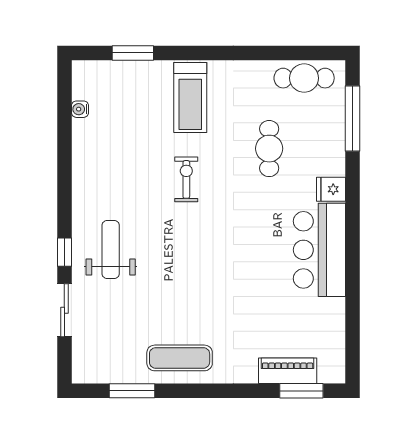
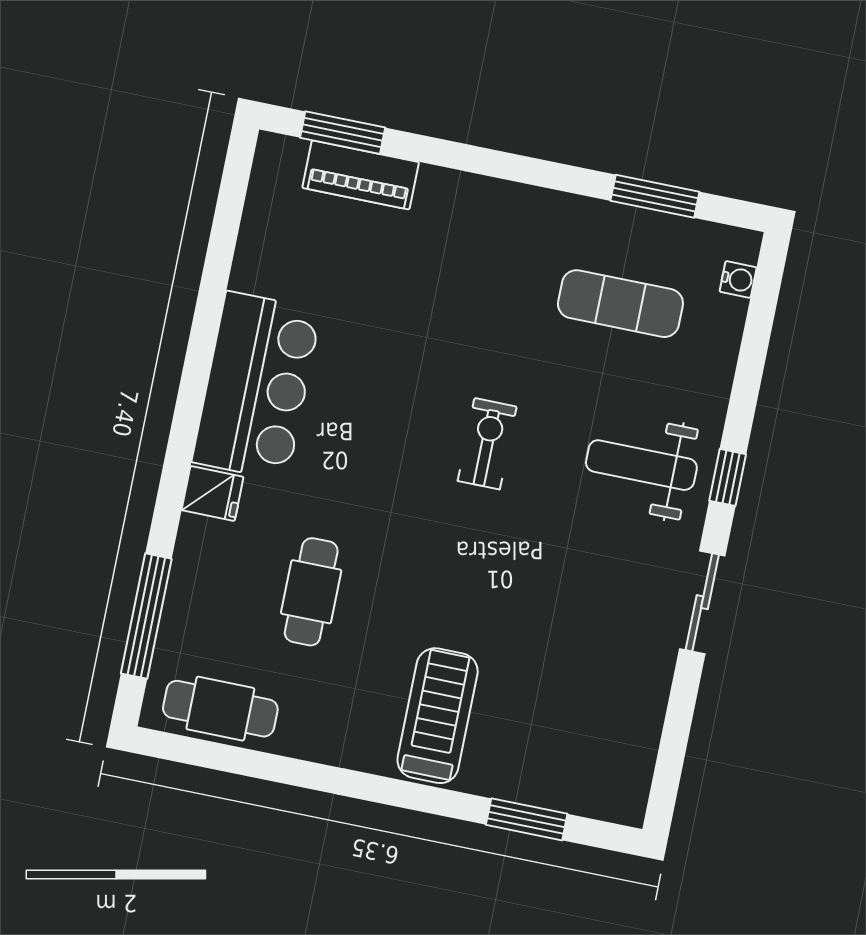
water cooler: (80, 109) -> (738, 279), moved
exercise bike: (186, 179) -> (487, 444), moved, turned 180
weight bench: (111, 249) -> (641, 465), turned 90
sliding door: (64, 310) -> (702, 602), moved
exercise mat: (180, 358) -> (620, 304), moved

